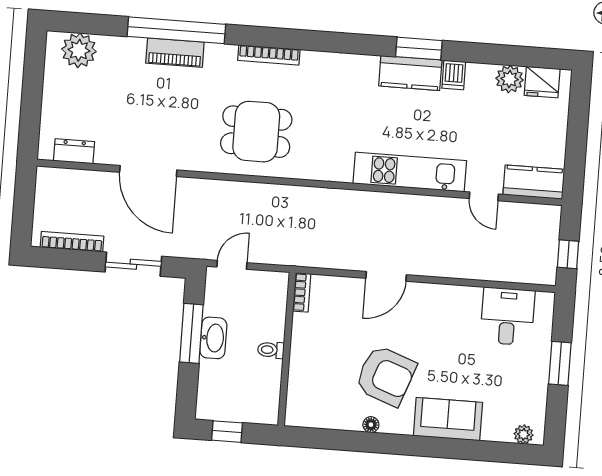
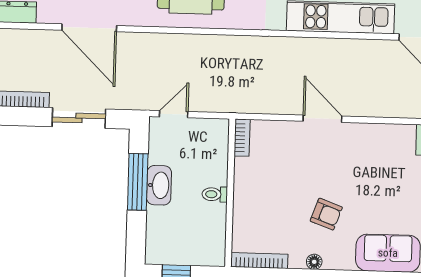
door: (386, 276) -> (322, 119), swing flipped
armchair: (386, 376) -> (326, 214), width x0.53, depth x0.53
bookcase: (314, 421) -> (259, 261), added

